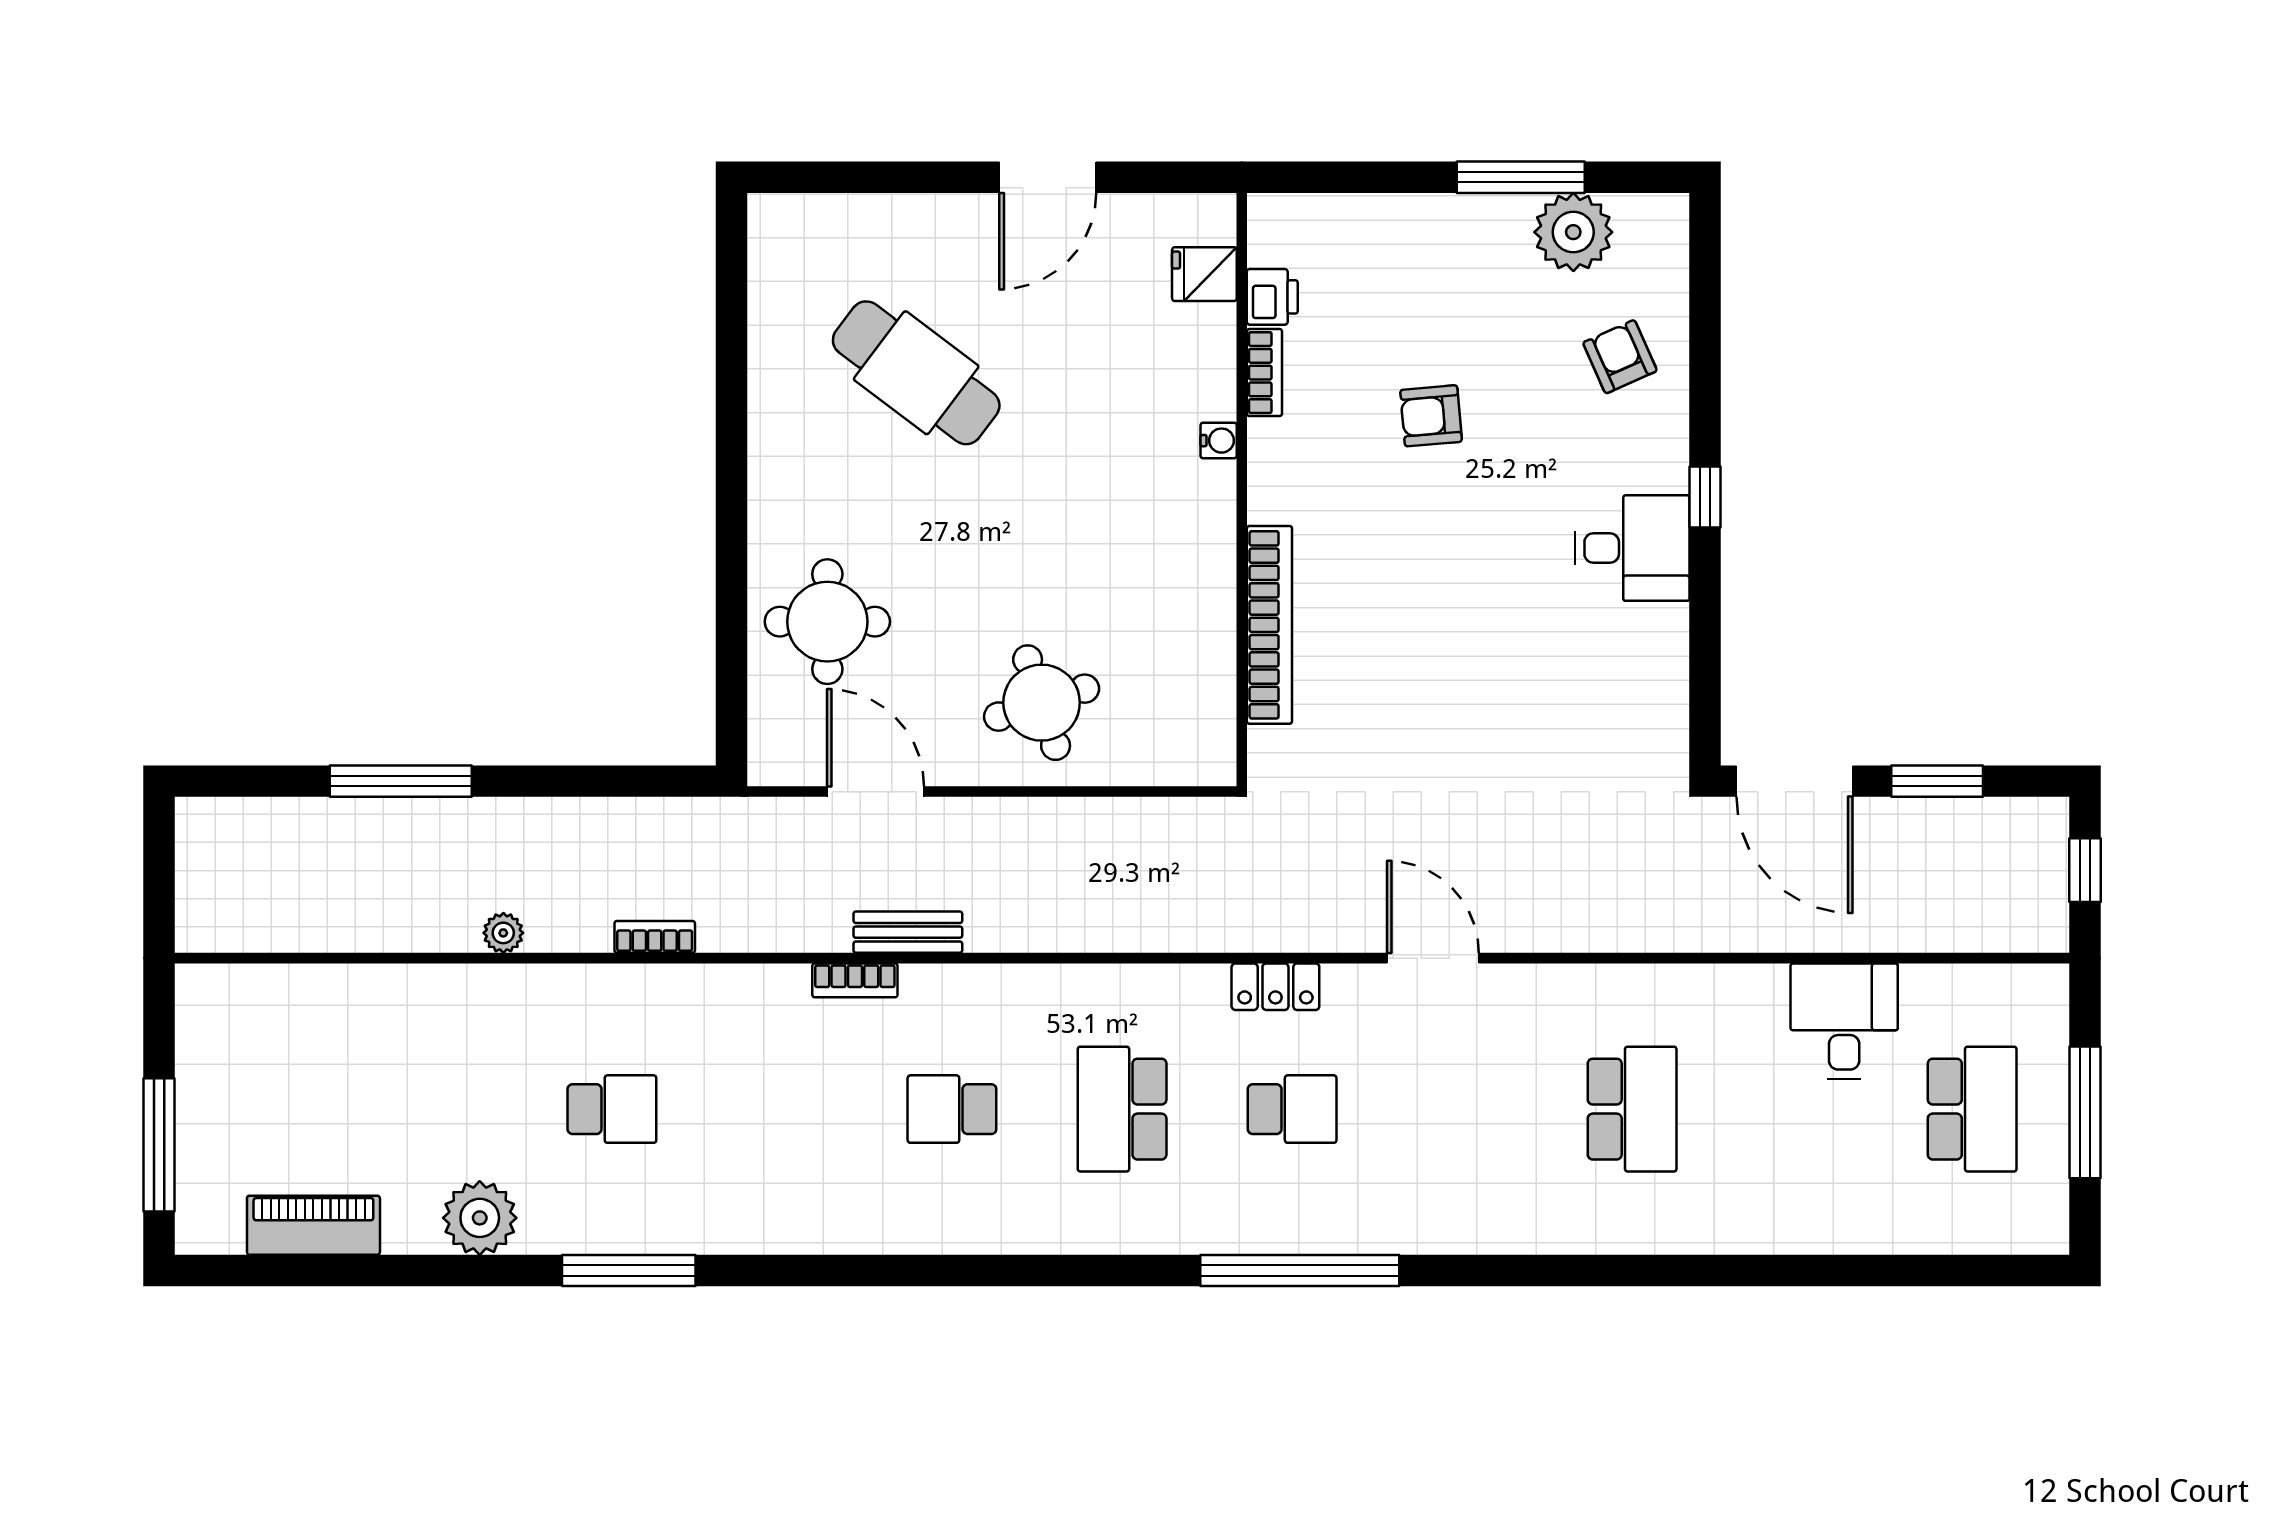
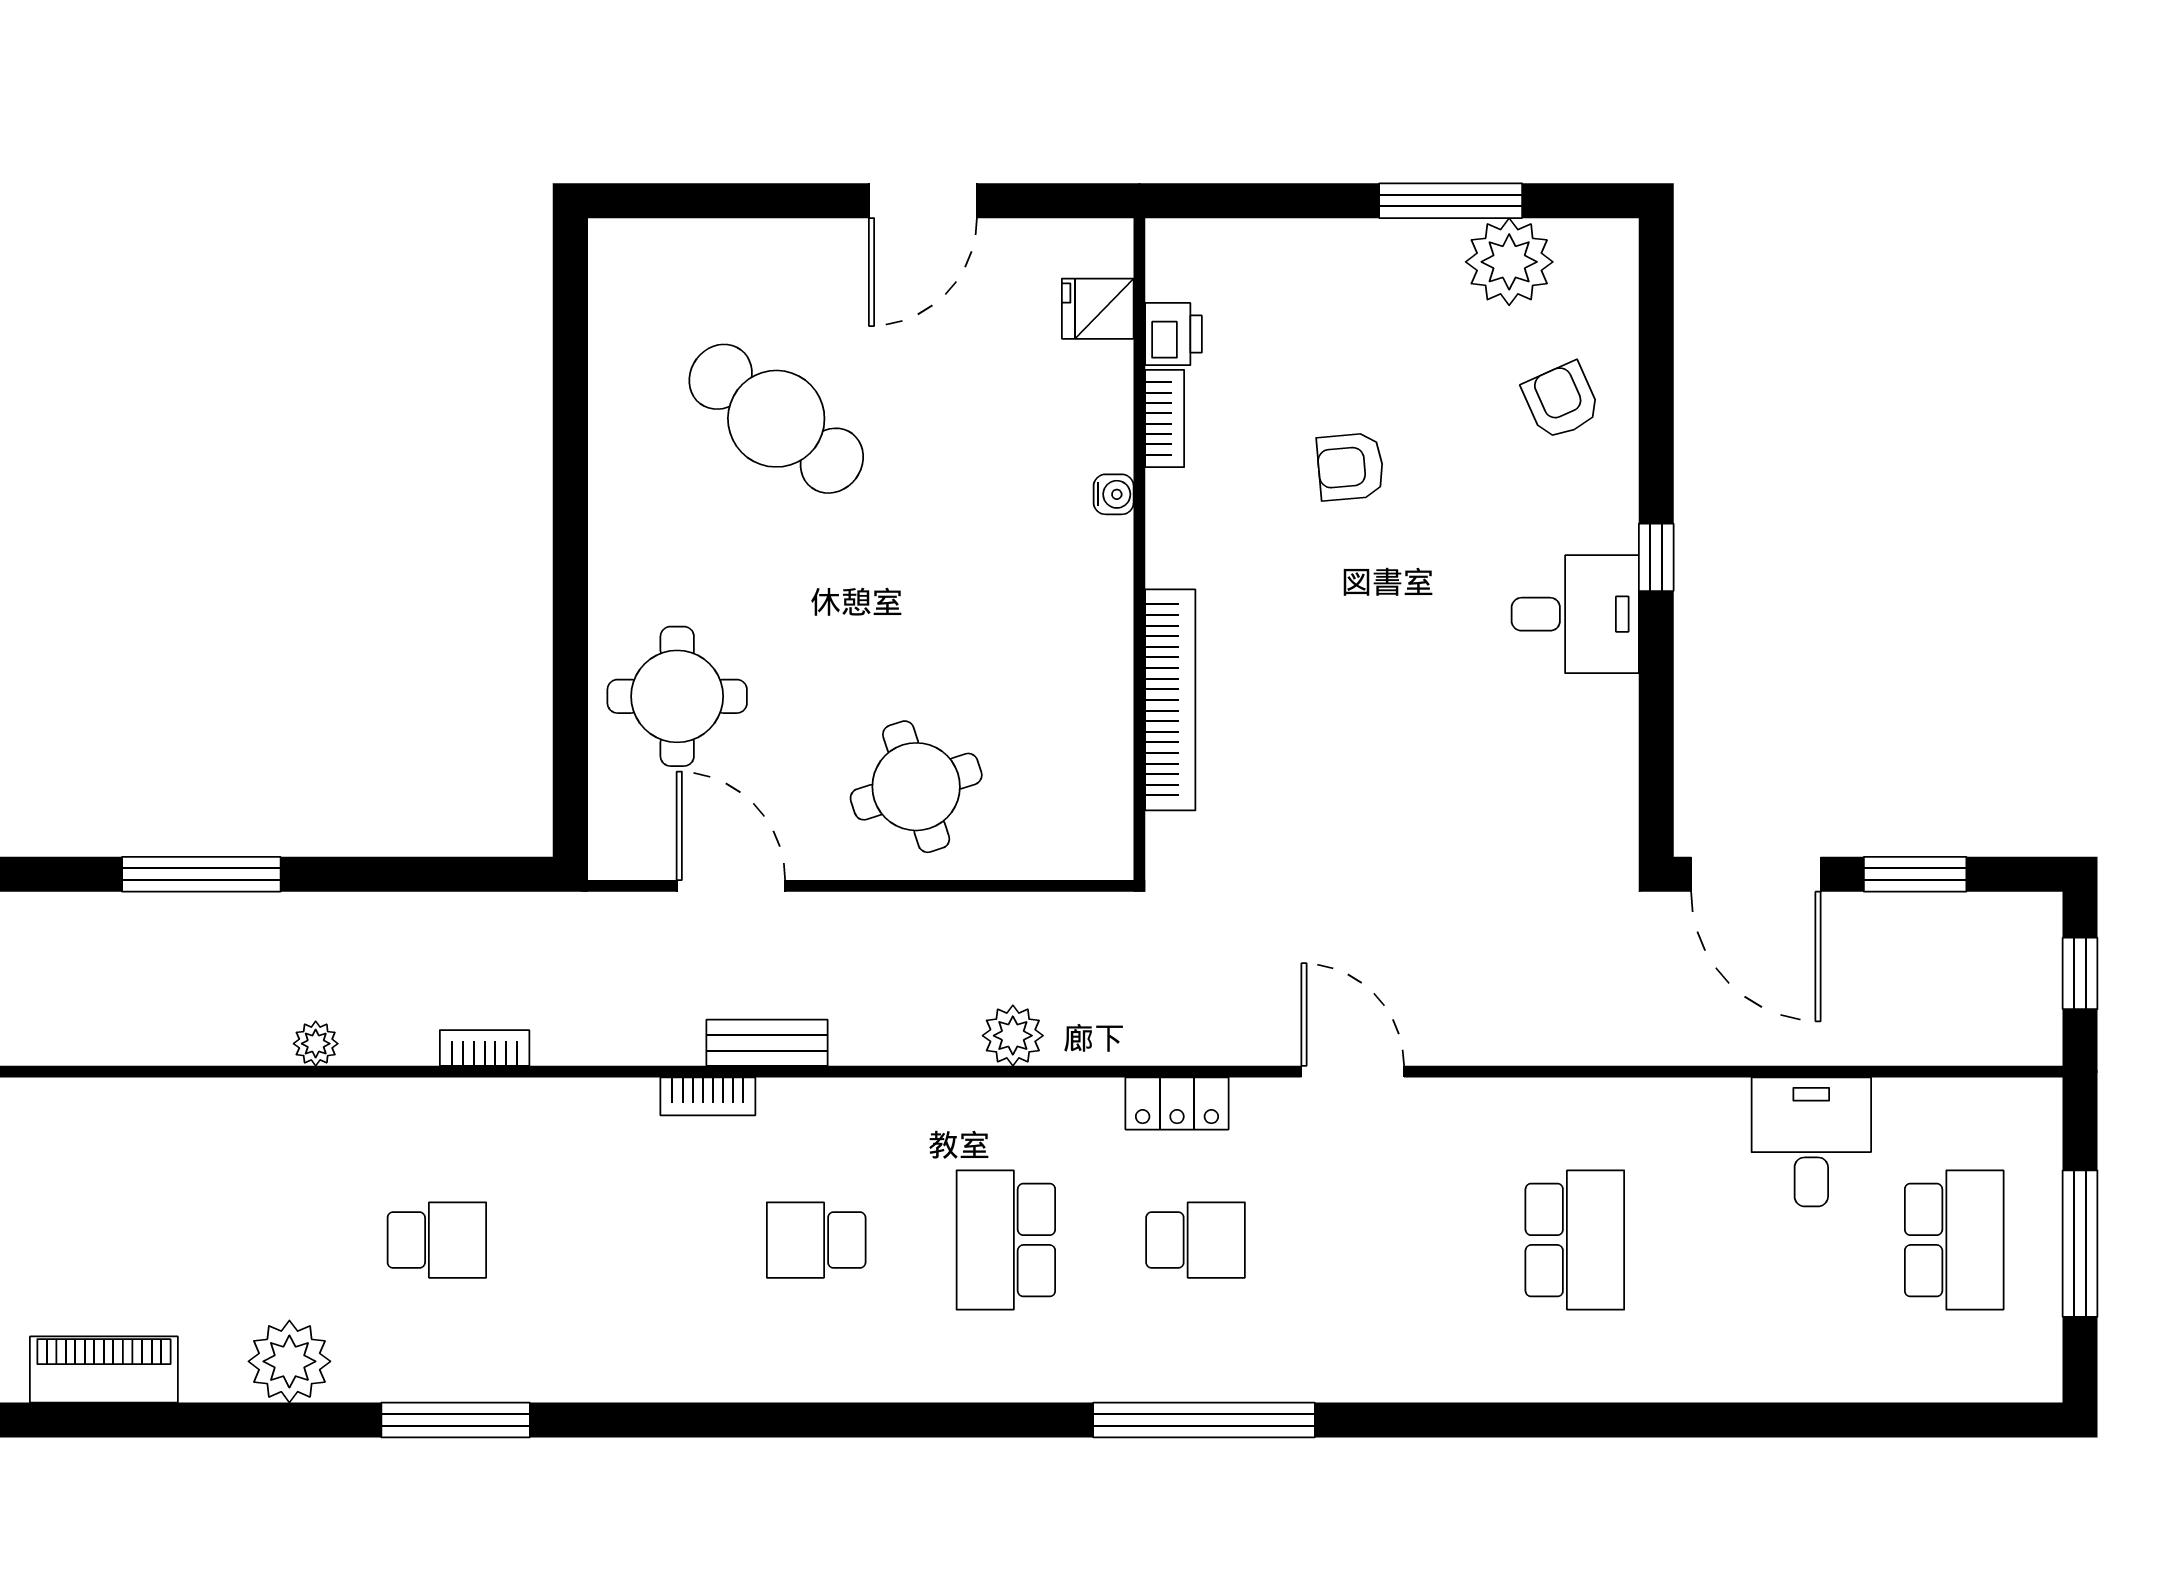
plant: (1128, 926) -> (1013, 1036), added

